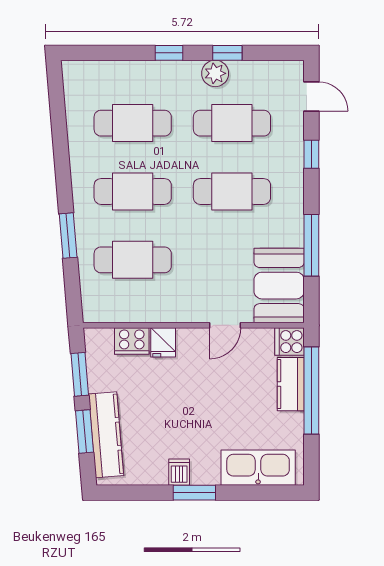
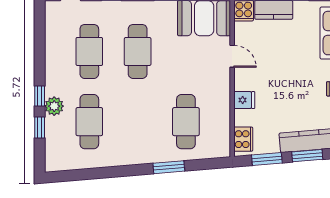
window: (227, 53) -> (40, 128), moved
plant: (215, 73) -> (54, 106), moved
cafe table: (133, 191) -> (138, 122), removed
cooker: (132, 341) -> (243, 139), moved

